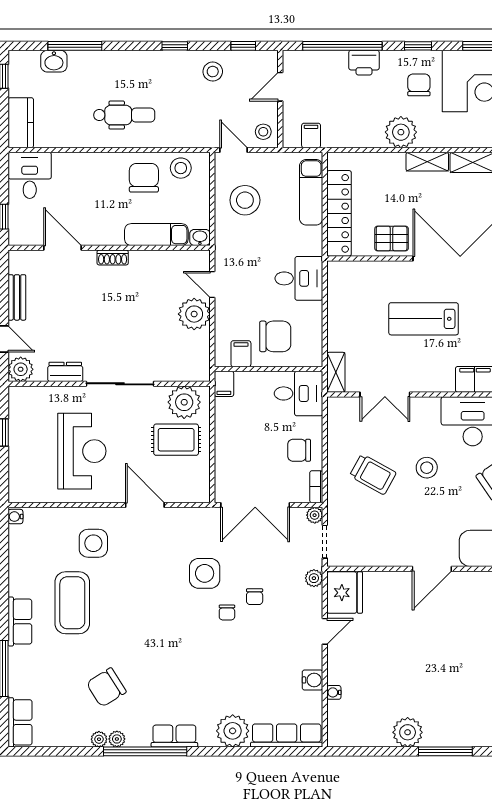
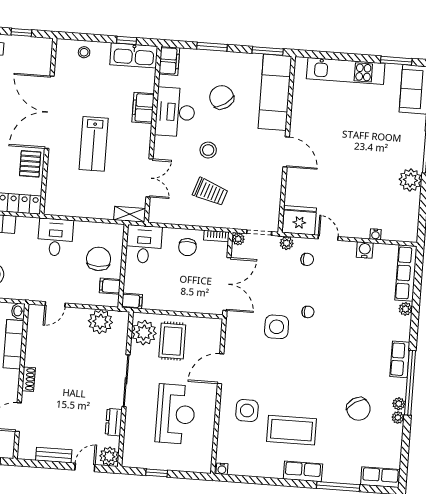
plant: (194, 314) -> (100, 322), moved
reception desk: (82, 451) -> (176, 414), turned 90
trolley: (373, 474) -> (210, 192), turned 80
chair: (255, 597) -> (307, 259), moved
plant: (233, 731) -> (405, 309), width x0.53, depth x0.53

